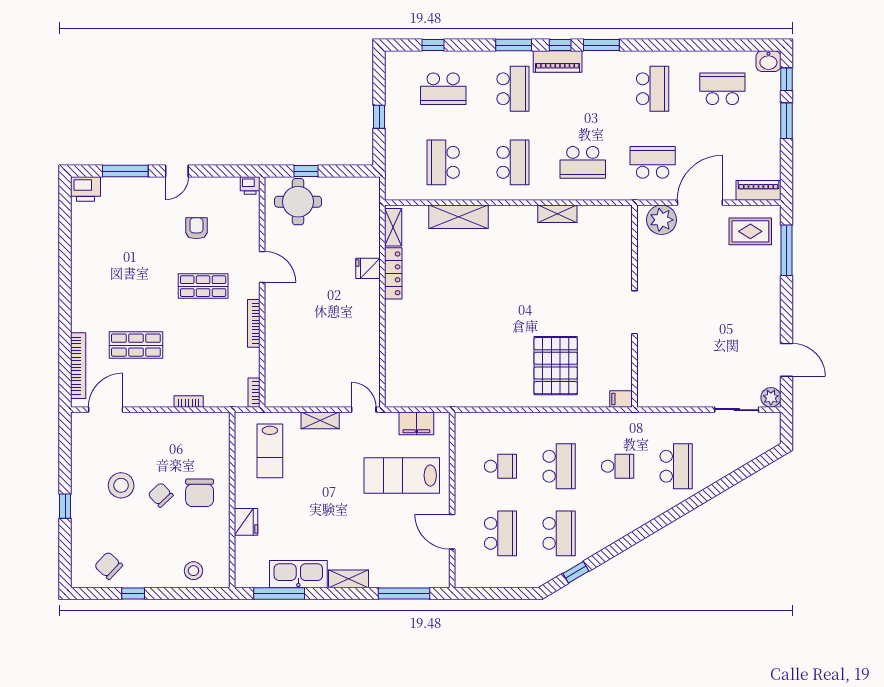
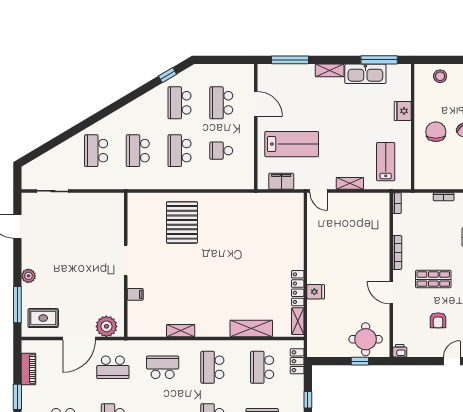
school desk: (443, 162) -> (262, 367), turned 180
locker: (394, 171) -> (297, 361), added
piano: (758, 190) -> (29, 369), moved, turned -90
plant: (771, 397) -> (28, 276), moved
filing cabinet: (621, 399) -> (135, 294), moved
school desk: (618, 466) -> (138, 151), width x1.85

